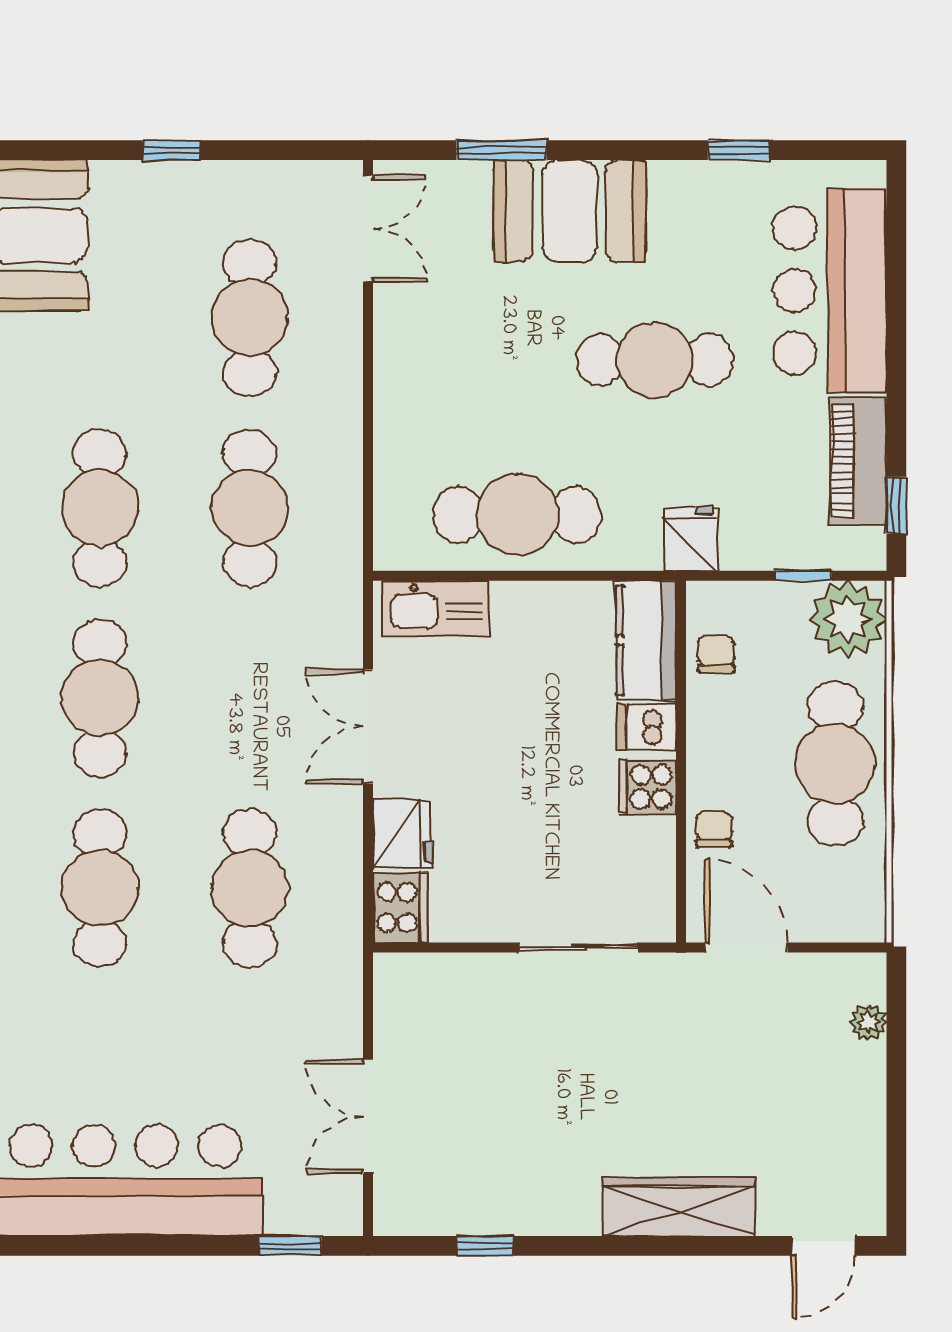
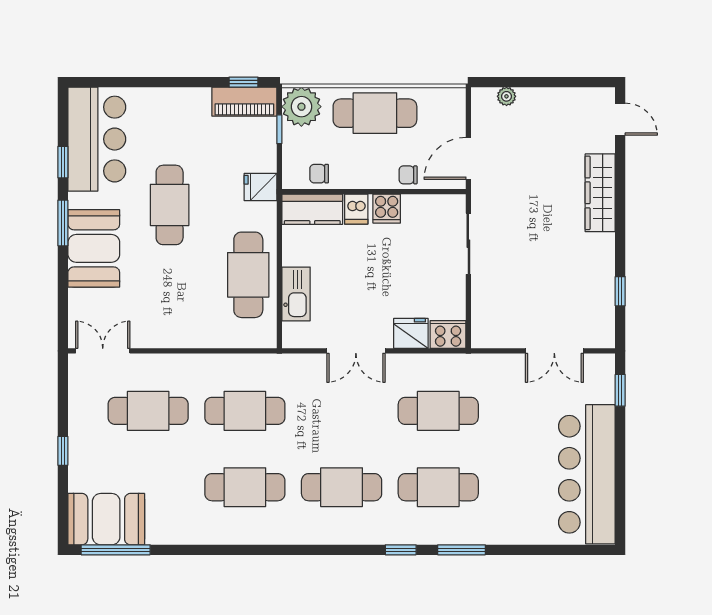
window: (502, 150) -> (63, 223), moved
bar counter: (830, 291) -> (97, 139), moved, turned -90
piano: (858, 461) -> (244, 102), moved
kitchen sink: (435, 609) -> (296, 294), moved

